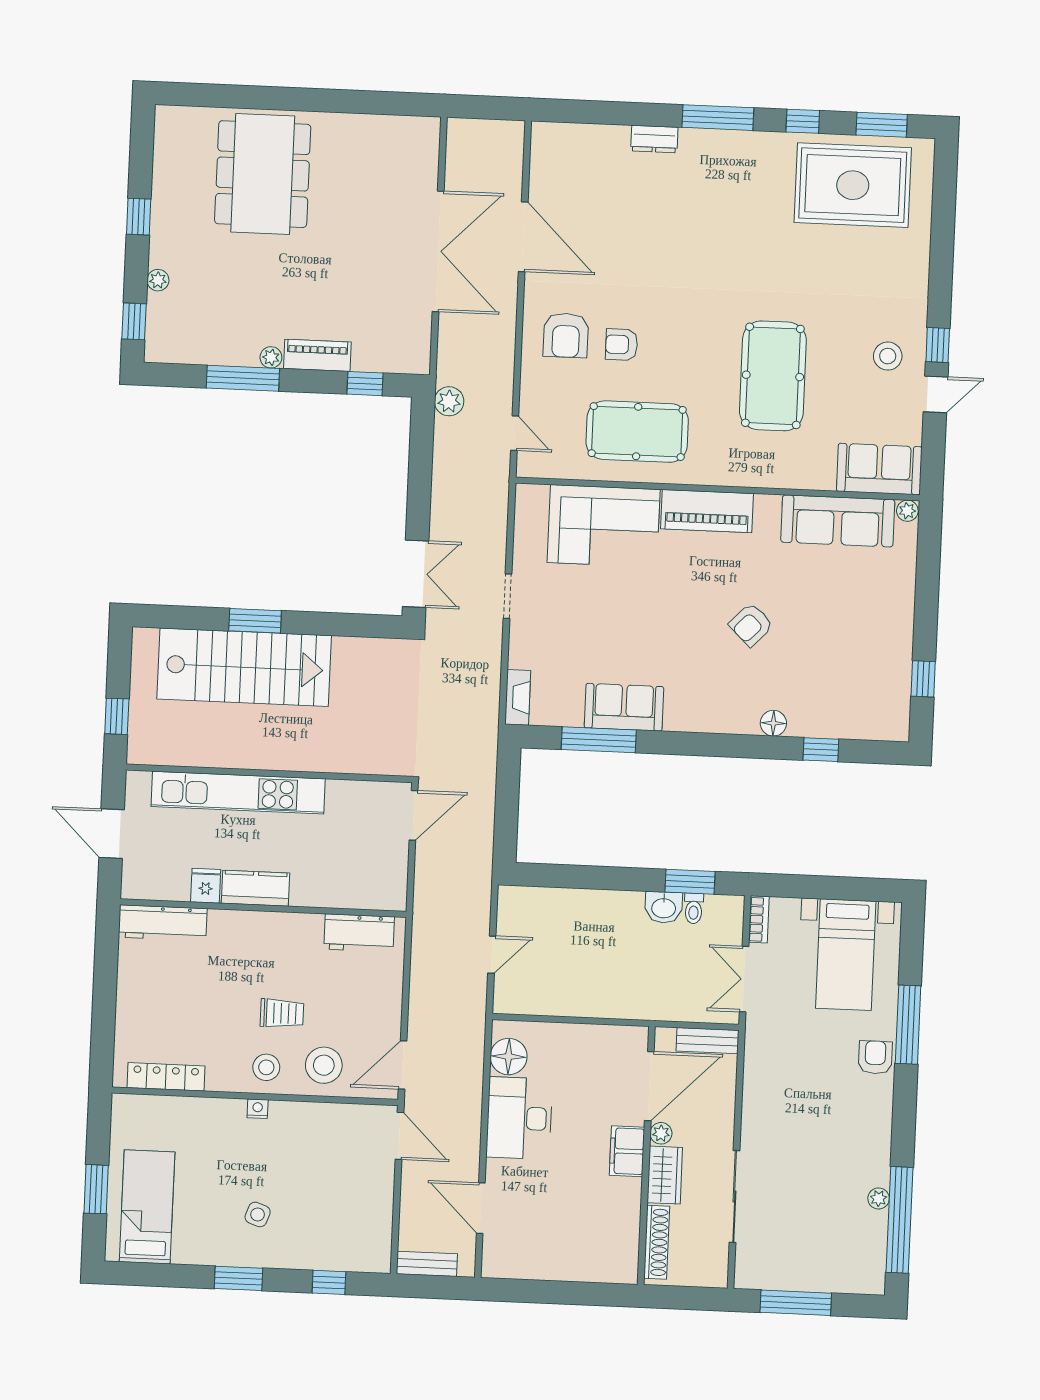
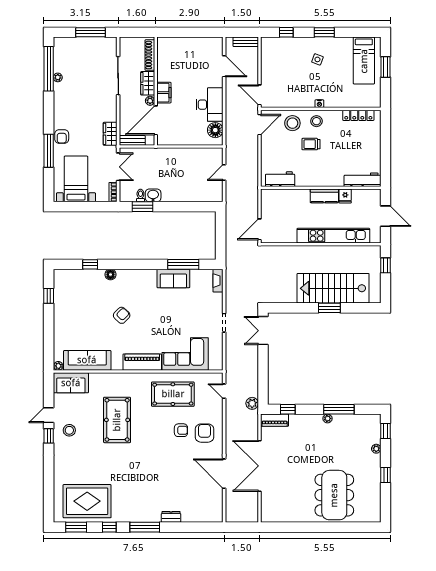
piano: (317, 355) -> (275, 420), moved
wardrobe: (760, 1059) -> (110, 134), added

